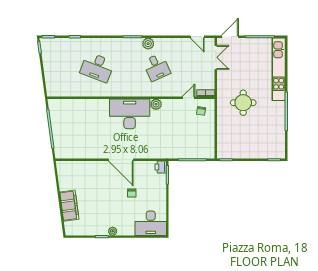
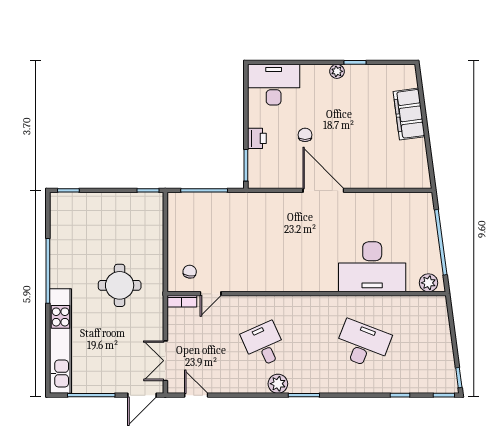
plant: (156, 104) -> (428, 283), moved
desk: (130, 114) -> (372, 267), moved
printer: (161, 167) -> (257, 138), moved

